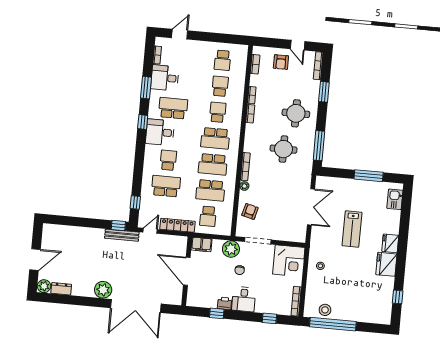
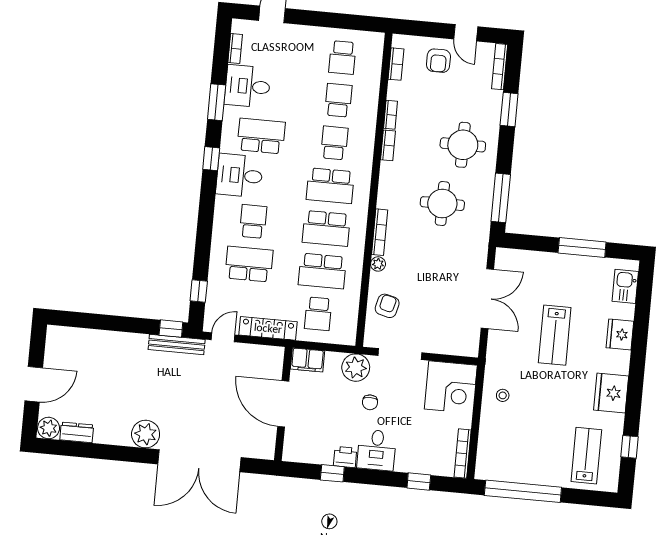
fridge: (390, 243) -> (620, 335), moved
lab bench: (371, 302) -> (586, 456), added
stool: (325, 310) -> (510, 468), removed

